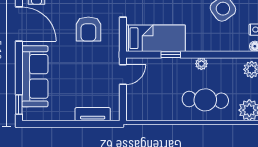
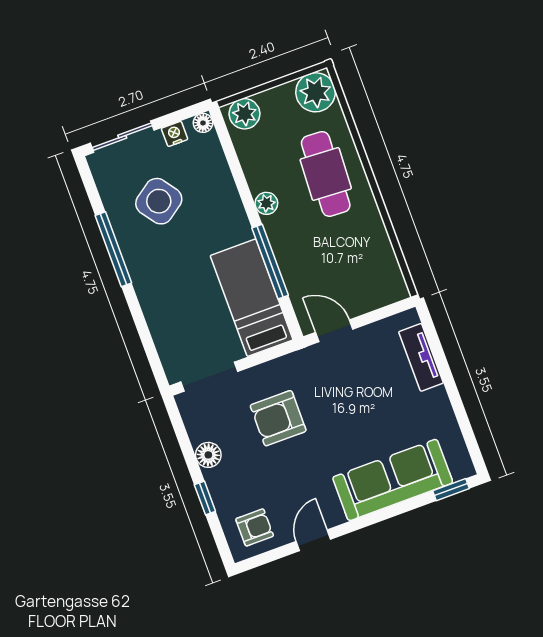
door: (19, 24) -> (313, 540), width x0.53
armchair: (88, 29) -> (278, 418), turned 180
window: (171, 55) -> (270, 262), width x2.17

